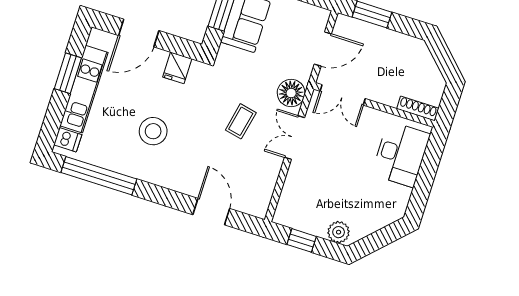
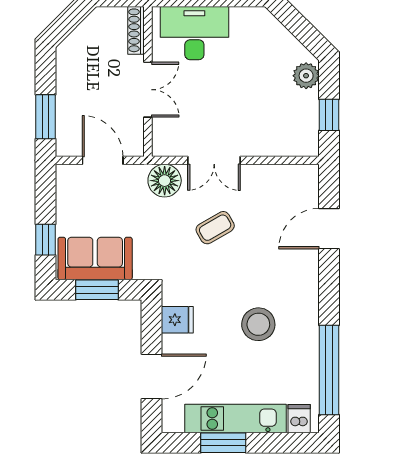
door: (139, 33) -> (152, 376), hinge flipped
double door: (343, 95) -> (148, 90), moved
coffee table: (241, 121) -> (215, 228), turned -42

